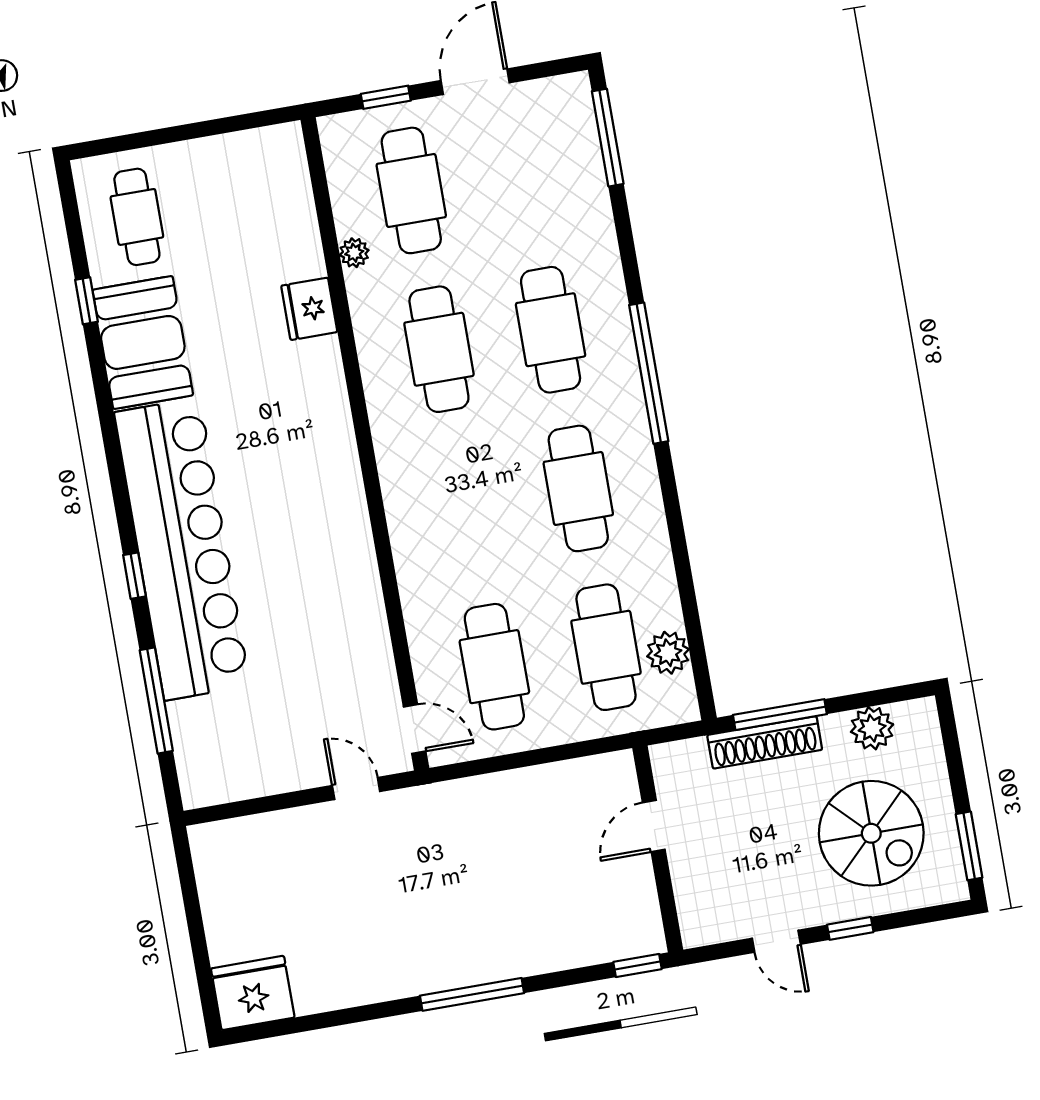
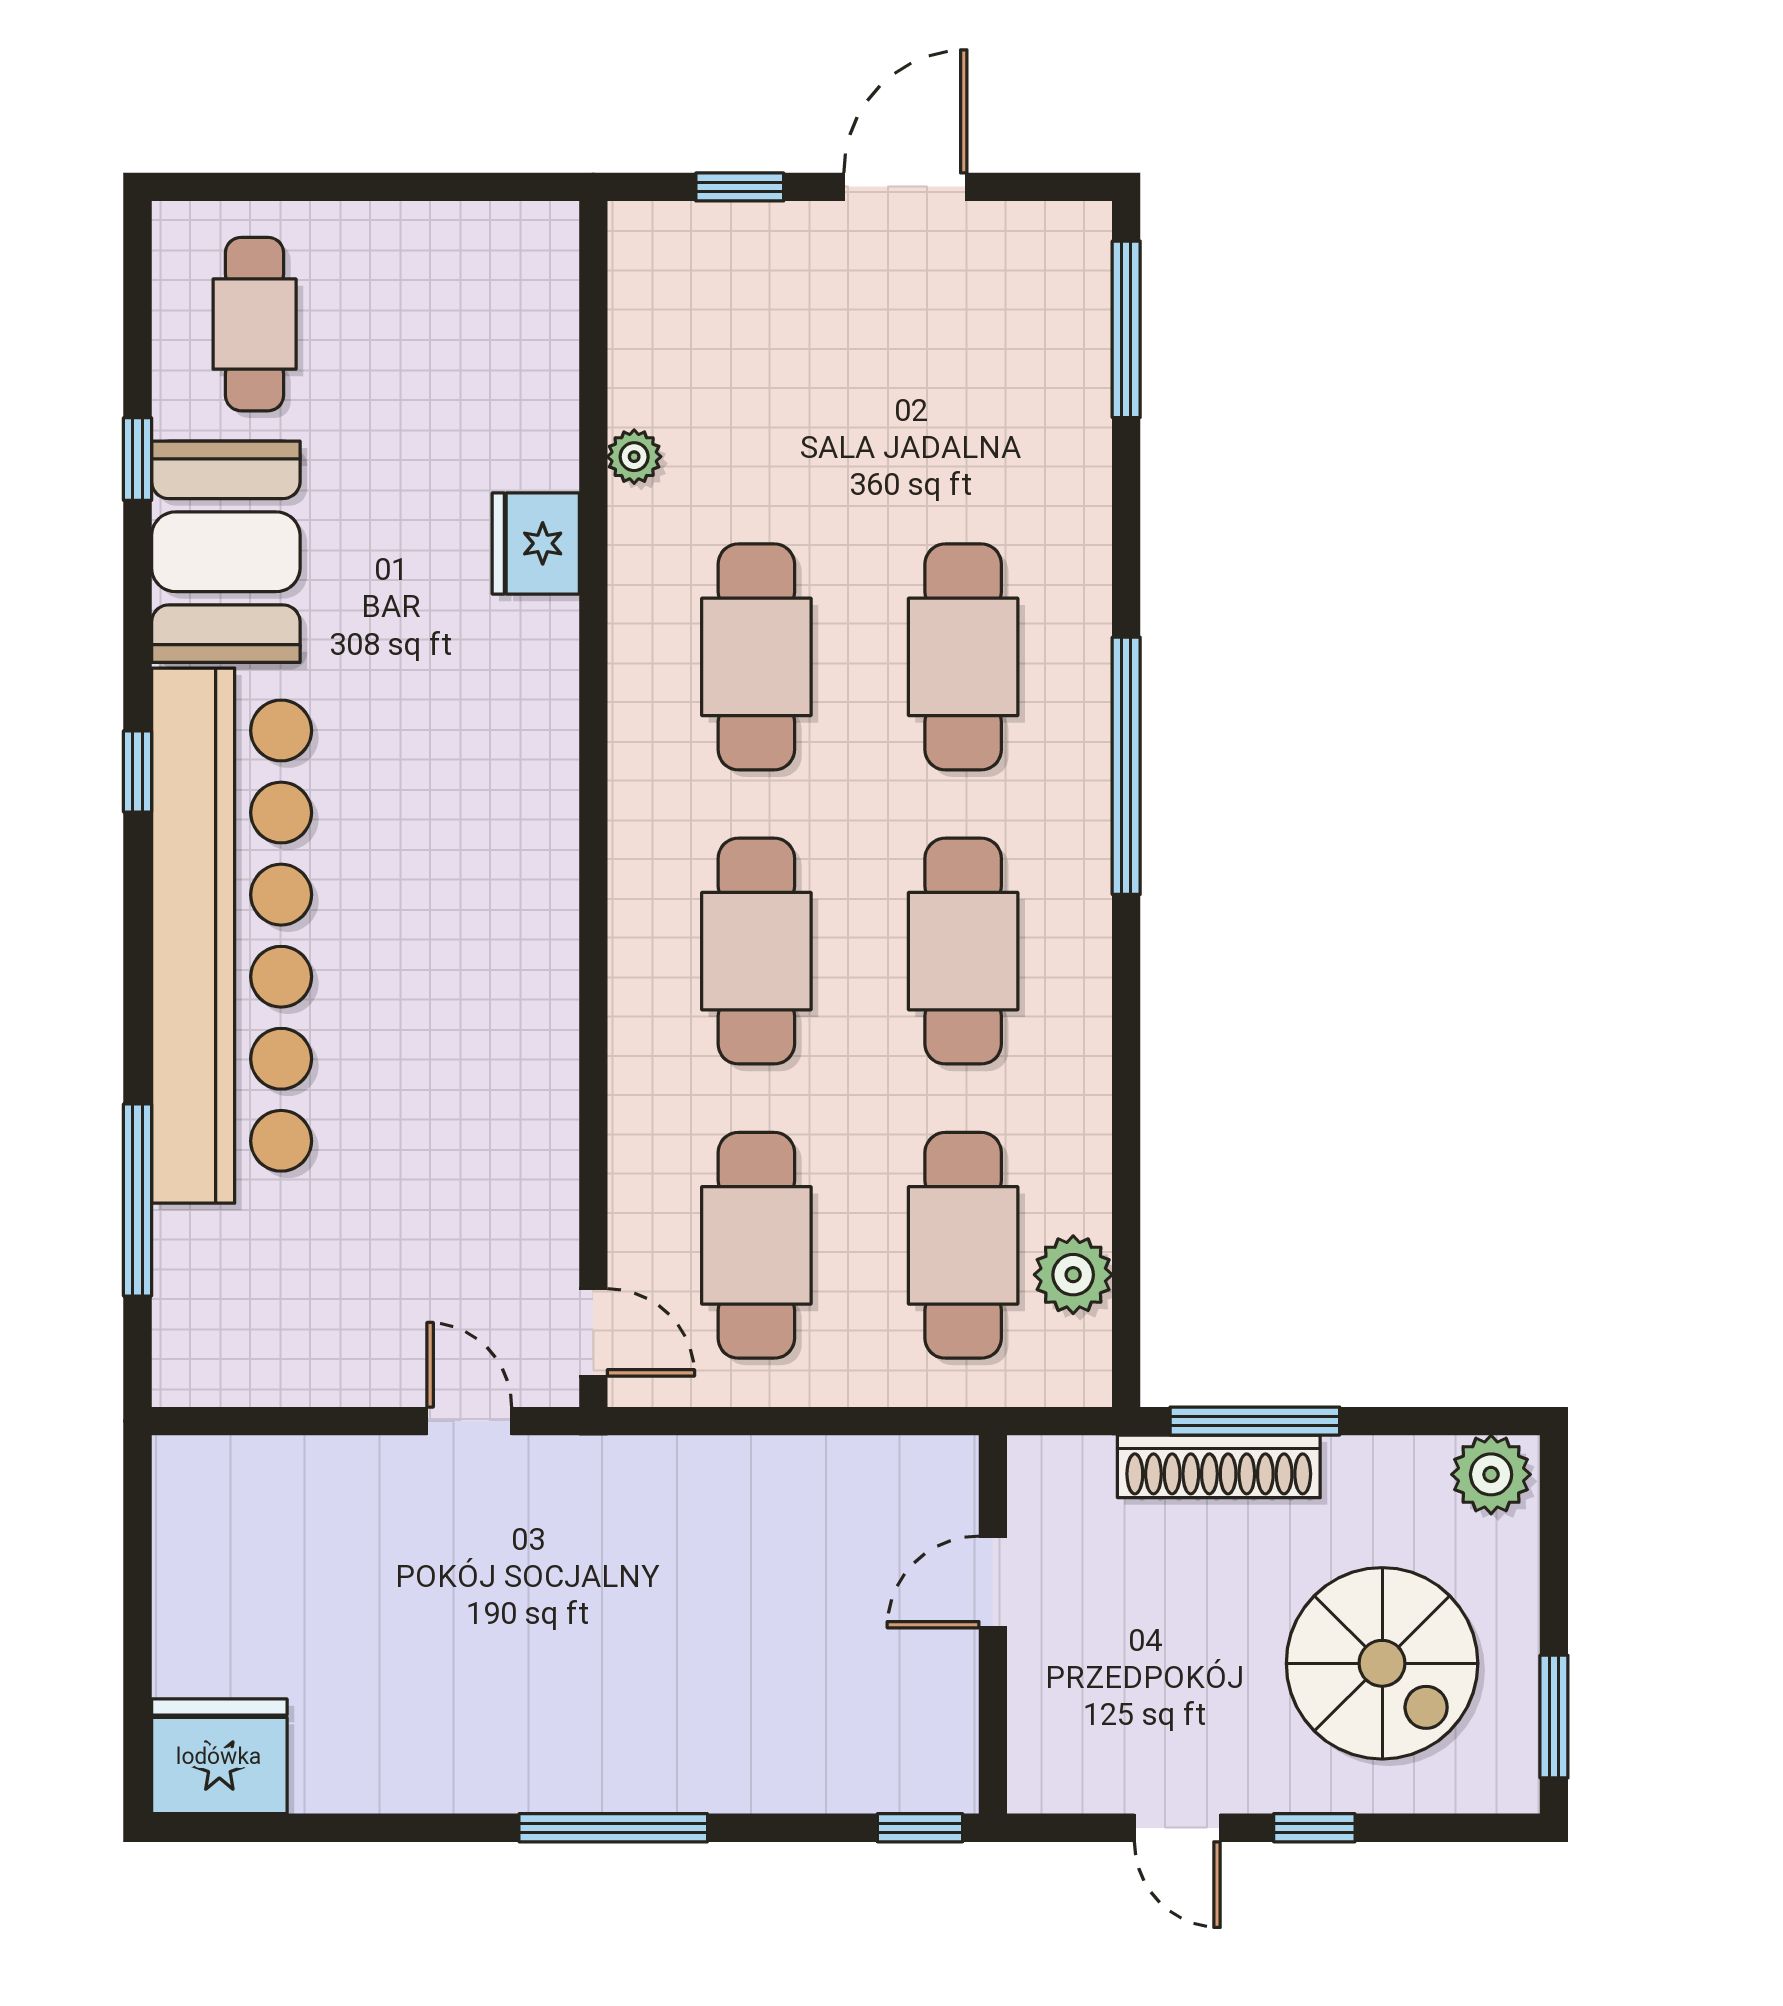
cafe table: (411, 190) -> (756, 951), moved
window: (134, 576) -> (138, 771), moved
plant: (872, 728) -> (1491, 1474), moved

